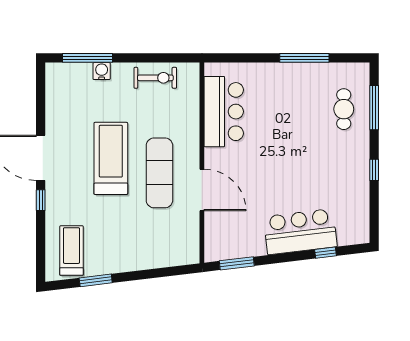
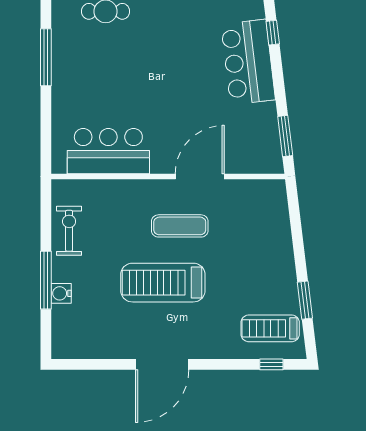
window: (88, 58) -> (46, 280), moved
exercise mat: (159, 173) -> (180, 226), width x0.73, depth x0.69
window: (41, 200) -> (271, 364), moved

